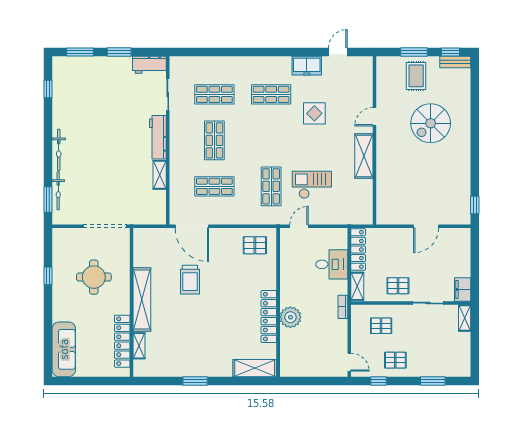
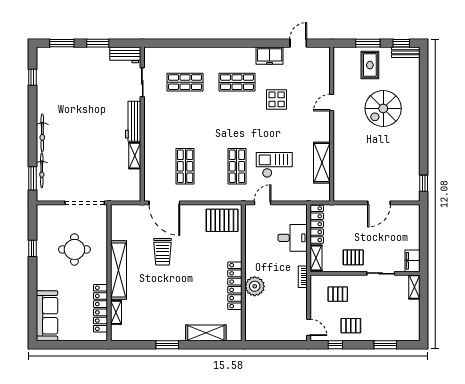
shop shelf: (214, 140) -> (185, 124), removed
shelving: (364, 156) -> (322, 163), moved
shop shelf: (214, 186) -> (185, 166), turned 90
pallet: (255, 245) -> (222, 220), width x1.50, depth x1.42
shelving: (255, 368) -> (206, 333), moved

